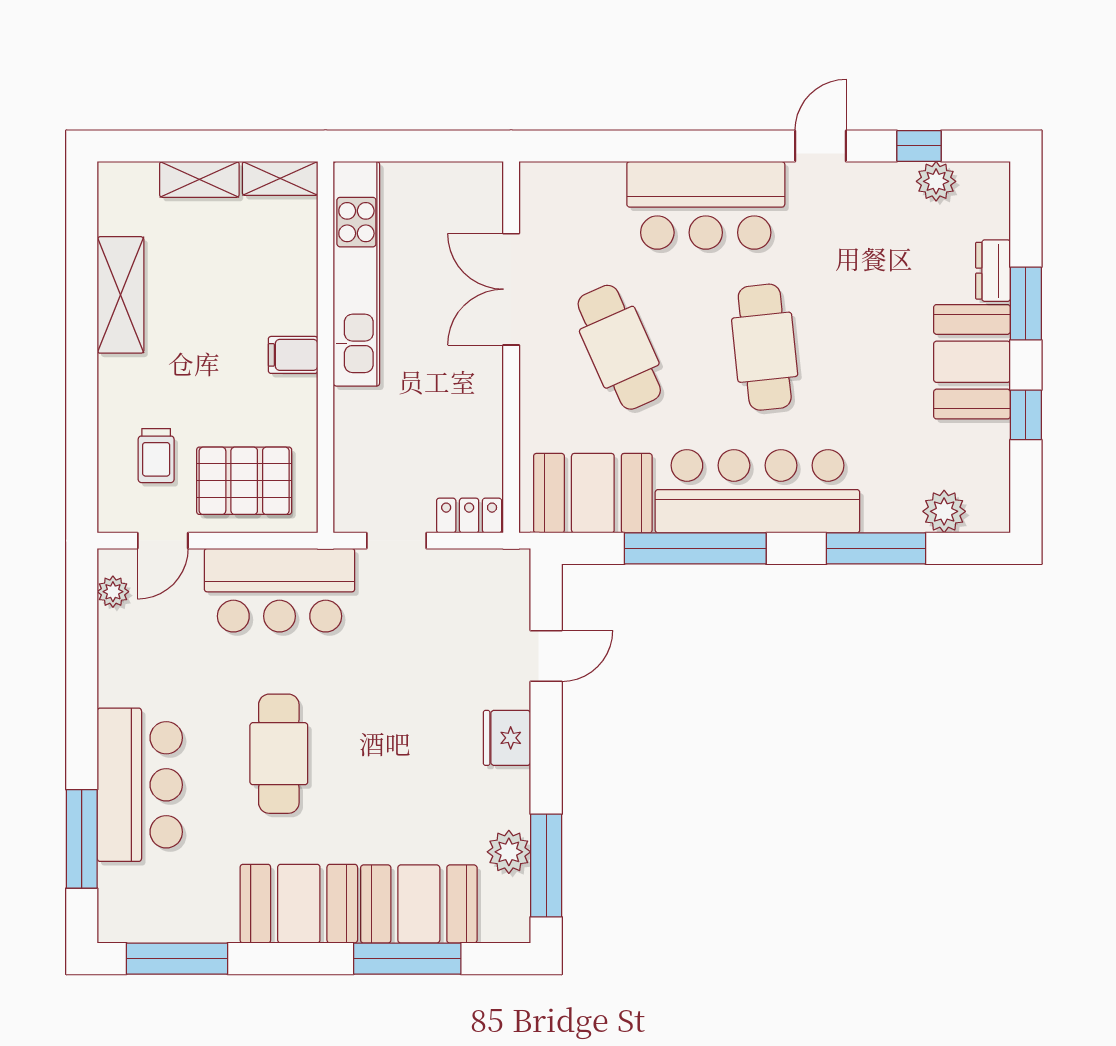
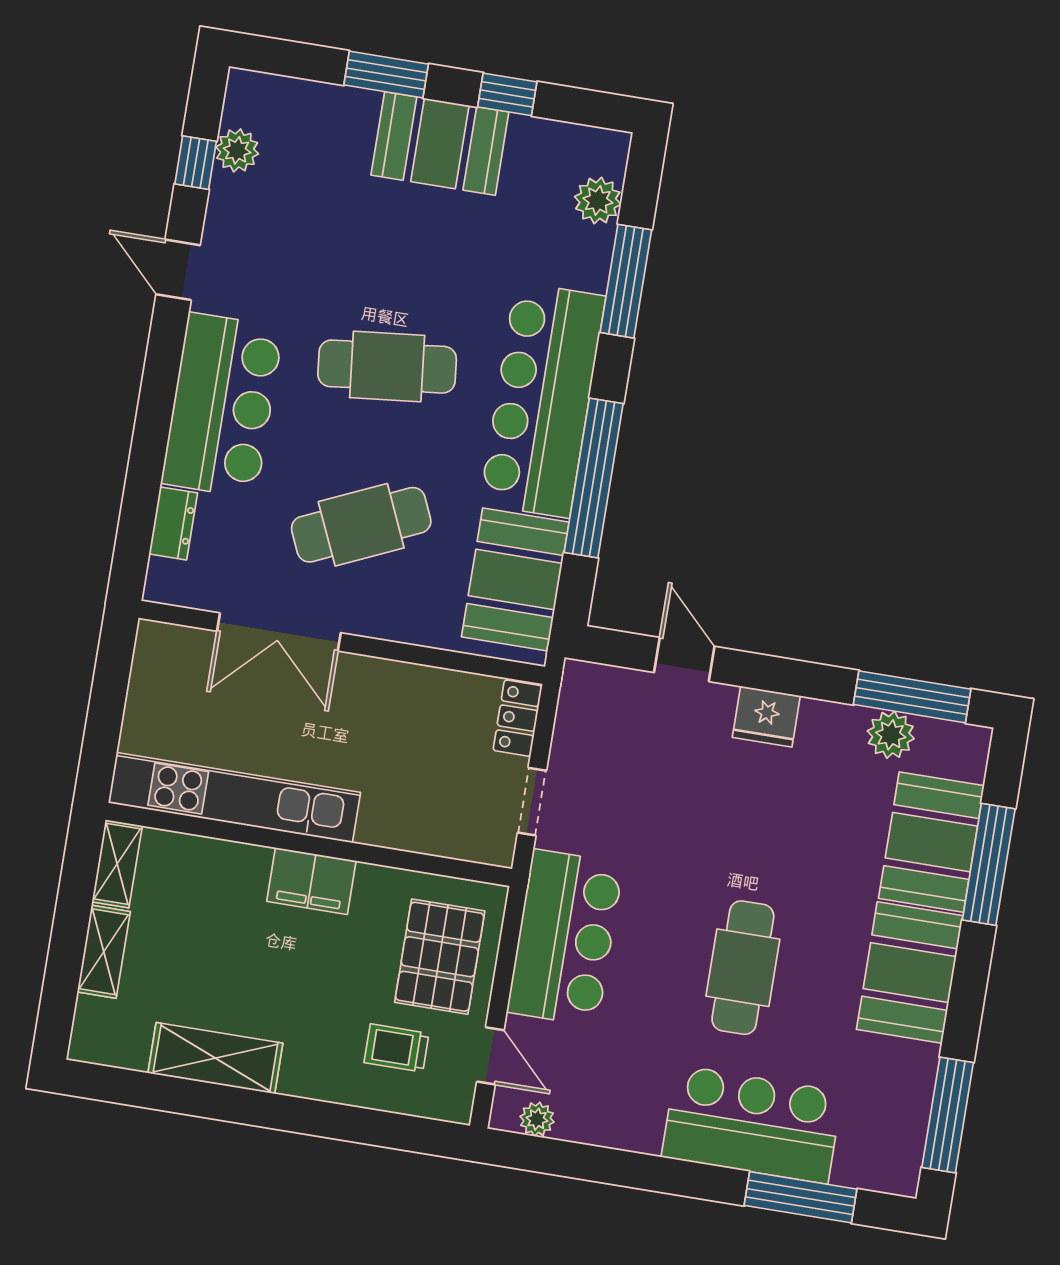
dresser: (993, 271) -> (173, 523), moved, turned -90
filing cabinet: (293, 355) -> (311, 881), width x2.00
trolley: (156, 456) -> (397, 1048), turned 180
cafe table: (279, 754) -> (743, 968), turned 90

